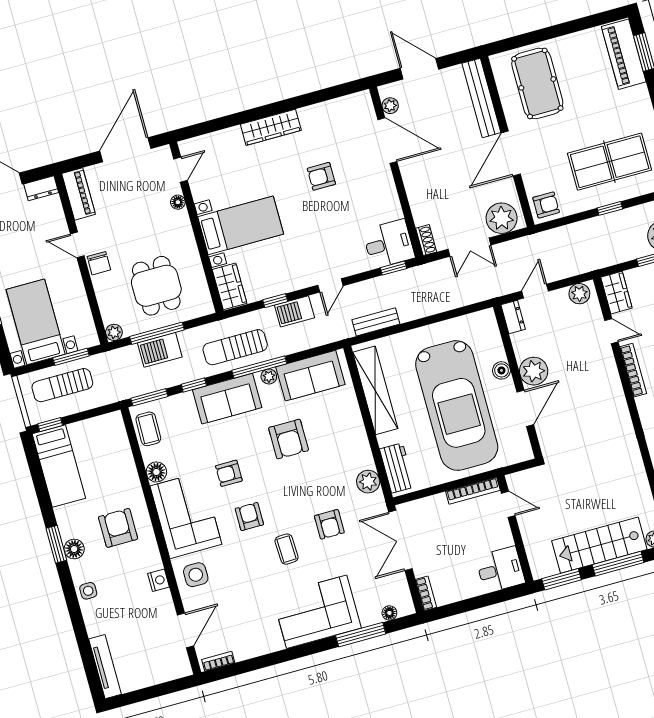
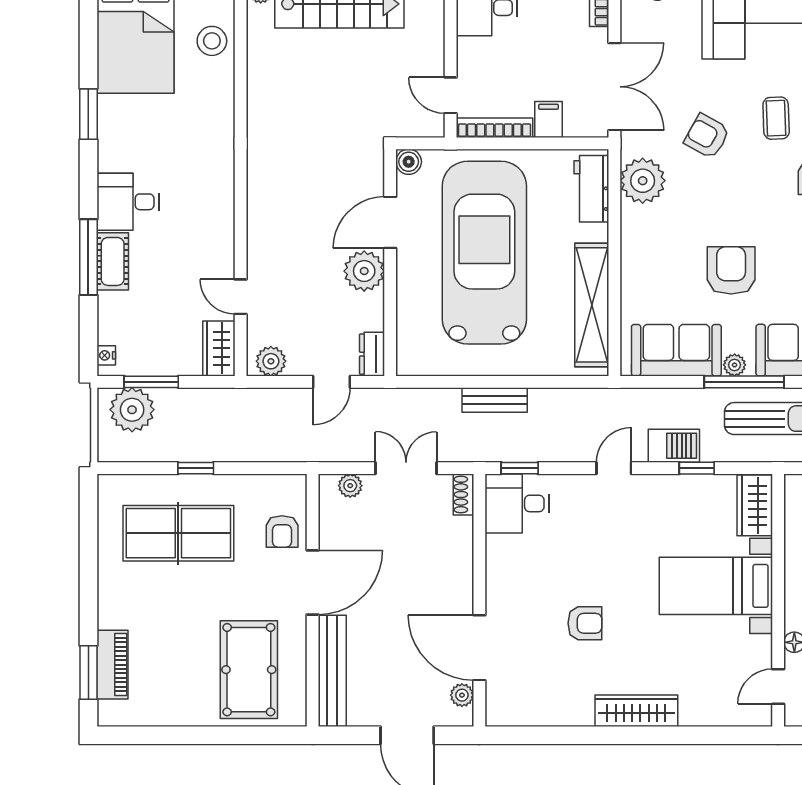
piano: (624, 54) -> (112, 665), width x0.73, depth x0.75
armchair: (546, 205) -> (282, 532), moved, turned -90
plant: (502, 218) -> (350, 486), width x0.53, depth x0.53
bench: (376, 322) -> (495, 400), moved
boiler: (501, 370) -> (409, 162), moved
bookcase: (633, 370) -> (225, 234), removed
plant: (368, 482) -> (643, 181), width x1.36, depth x1.36
filing cabinet: (438, 506) -> (549, 119), added
armchair: (329, 524) -> (707, 136), turned -61

